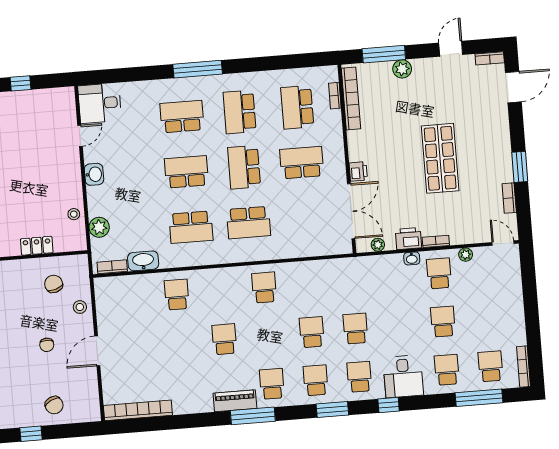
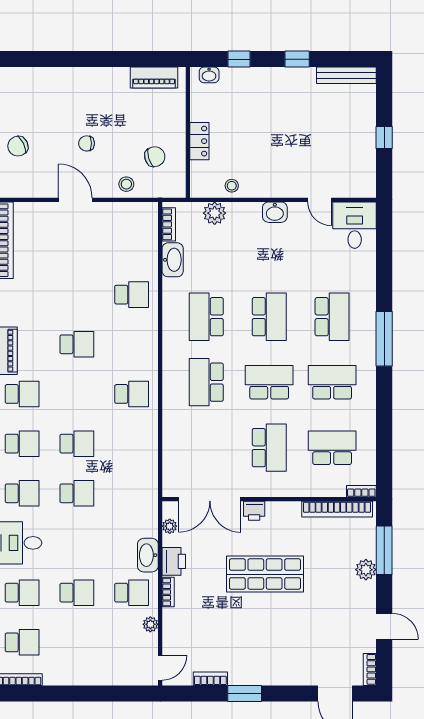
bookcase: (335, 96) -> (361, 491), moved
shop shelf: (440, 158) -> (265, 574), moved
washbasin: (412, 258) -> (148, 555), width x1.91, depth x1.45

